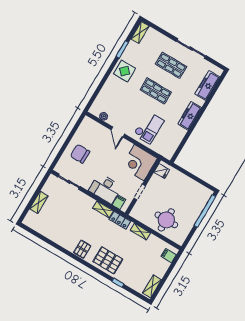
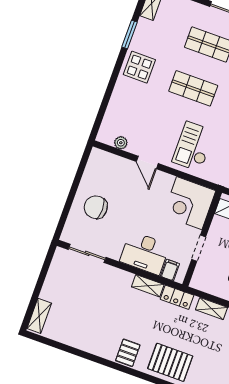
checkout: (149, 127) -> (193, 146), turned 180
shelving: (39, 202) -> (39, 316), moved

